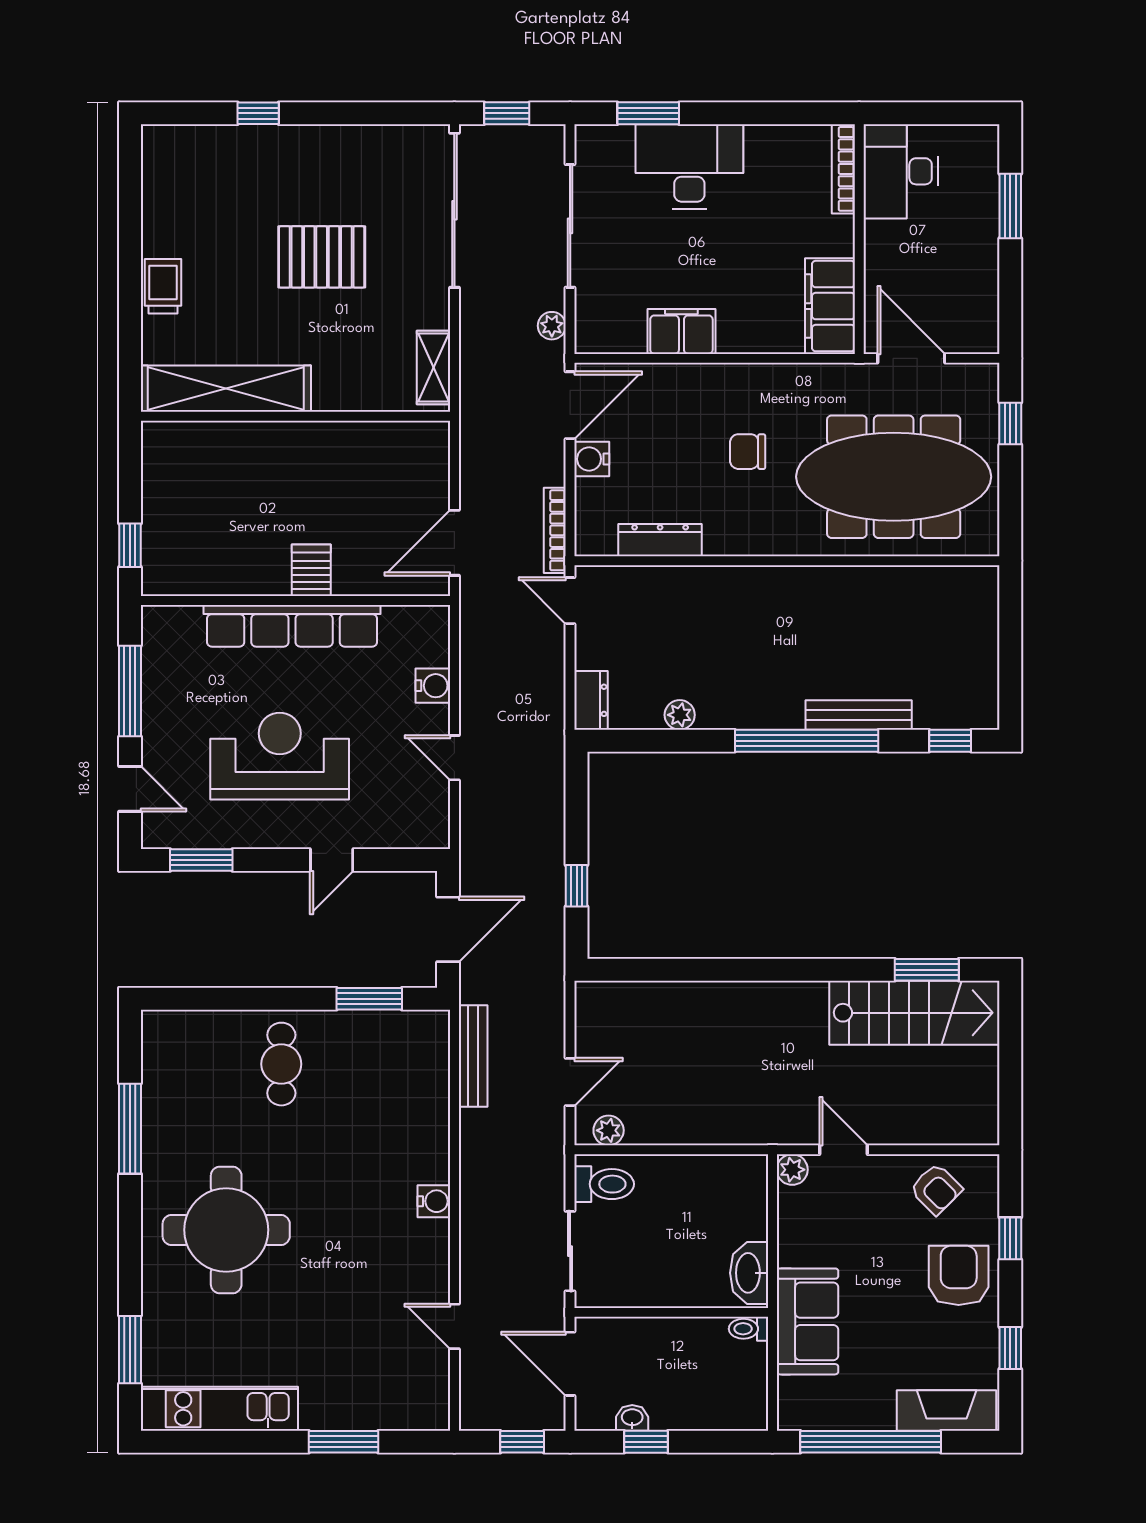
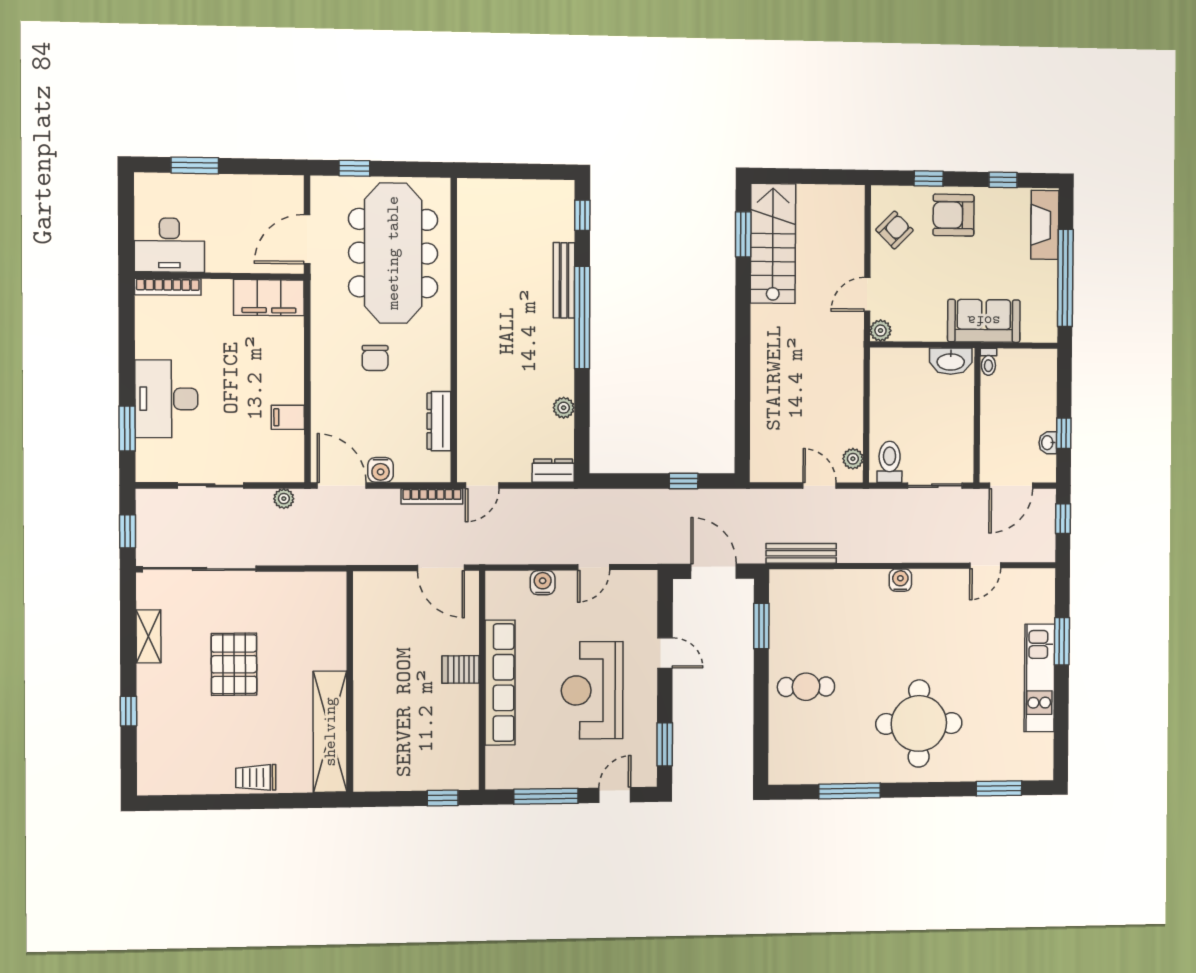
sliding door: (570, 226) -> (211, 485), width x0.73
filing cabinet: (681, 331) -> (288, 417), width x0.50
shelving: (434, 368) -> (148, 636), moved, turned 90
kitchen unit: (219, 1409) -> (1039, 678), moved

